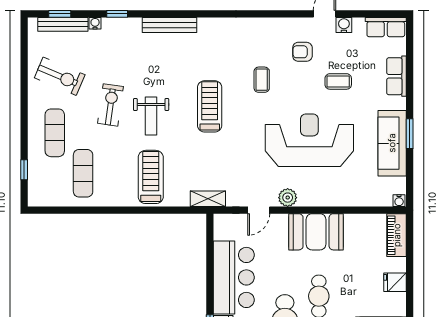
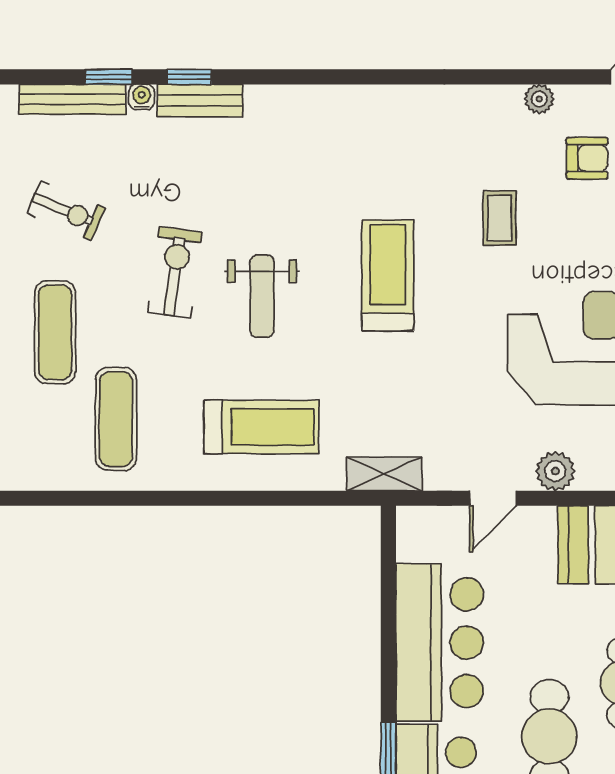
window: (60, 14) -> (109, 77), moved
plant: (280, 24) -> (539, 99), added
bench: (170, 25) -> (200, 101), moved, width x0.73
armchair: (302, 52) -> (587, 158), turned 180
exercise bike: (60, 76) -> (66, 211), width x0.73, depth x0.72
treadmill: (151, 177) -> (261, 427), turned 90

